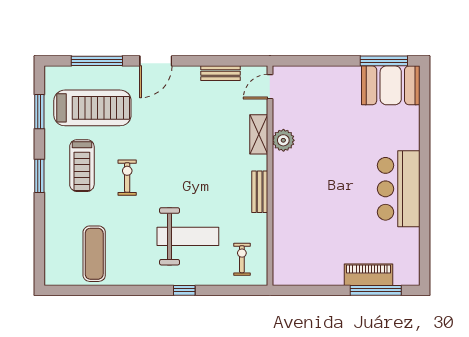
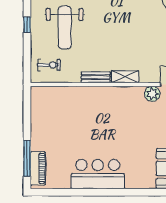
shelving: (259, 134) -> (125, 77), moved
plant: (283, 140) -> (152, 94), moved
piano: (369, 275) -> (38, 168), moved

